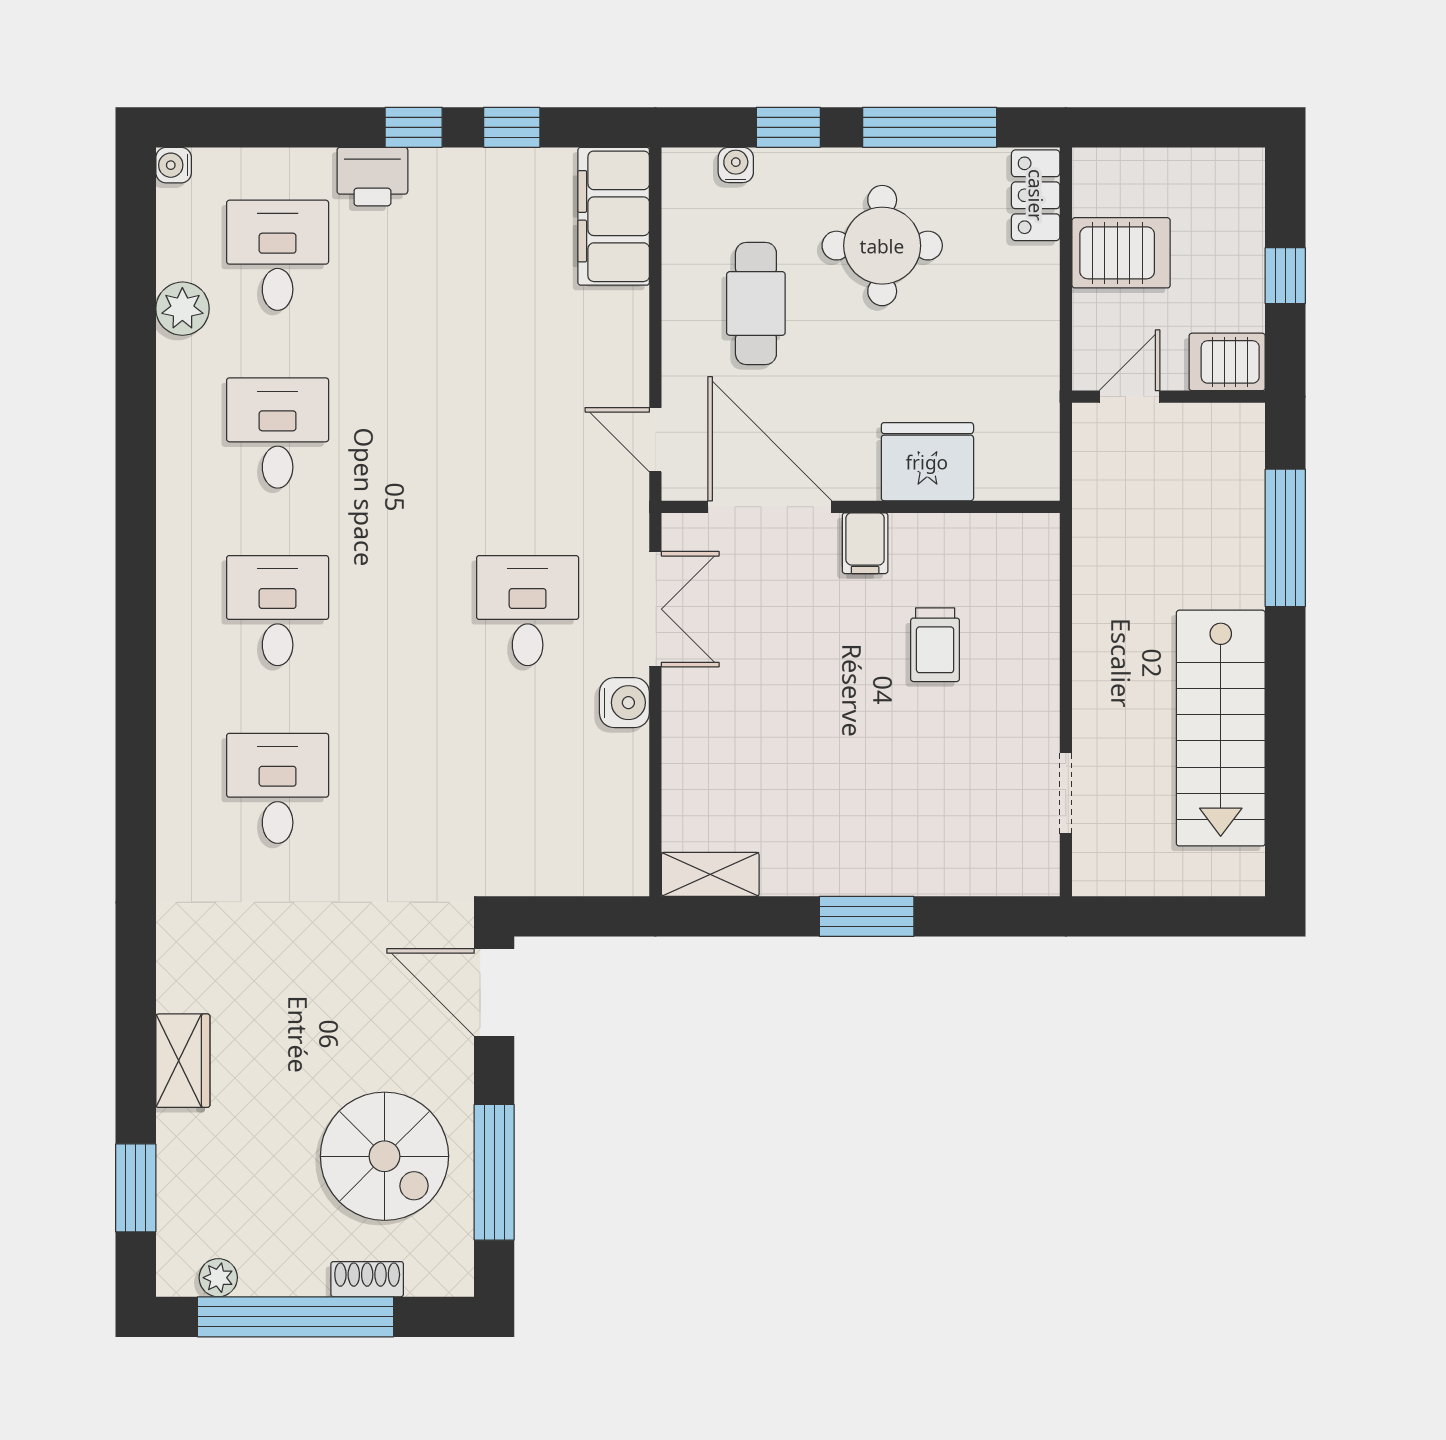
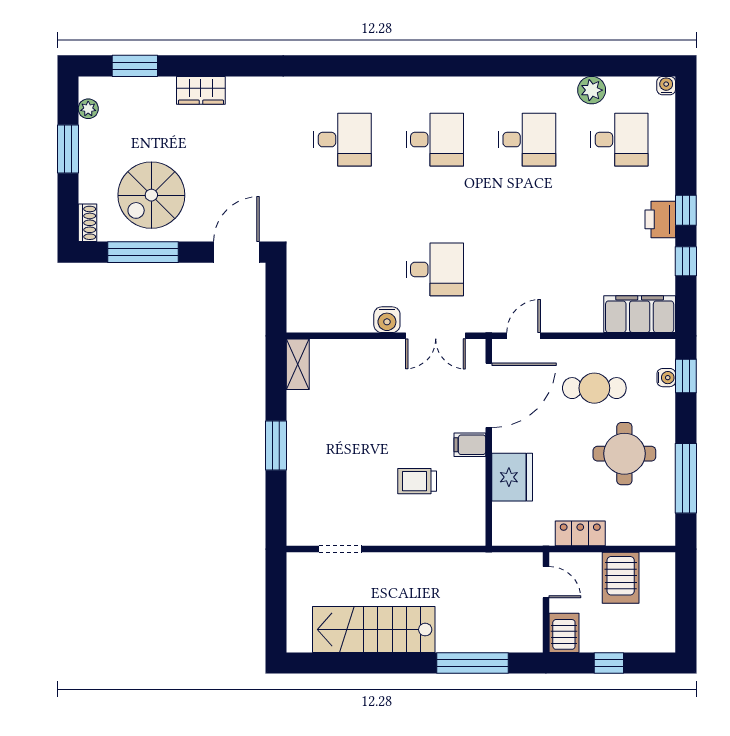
window: (788, 127) -> (686, 376), moved
printer: (372, 177) -> (660, 219), moved
locker: (1036, 195) -> (580, 533), moved
shoe rack: (367, 1279) -> (87, 223), moved
window: (296, 1317) -> (68, 149), width x0.47

